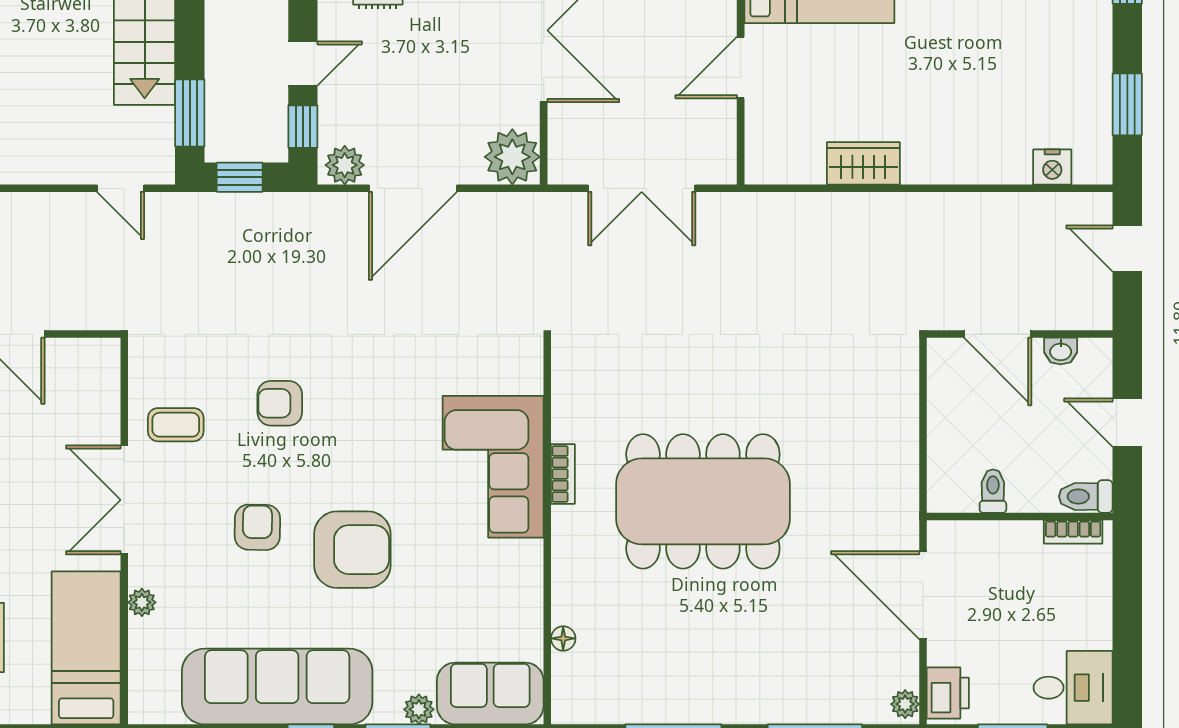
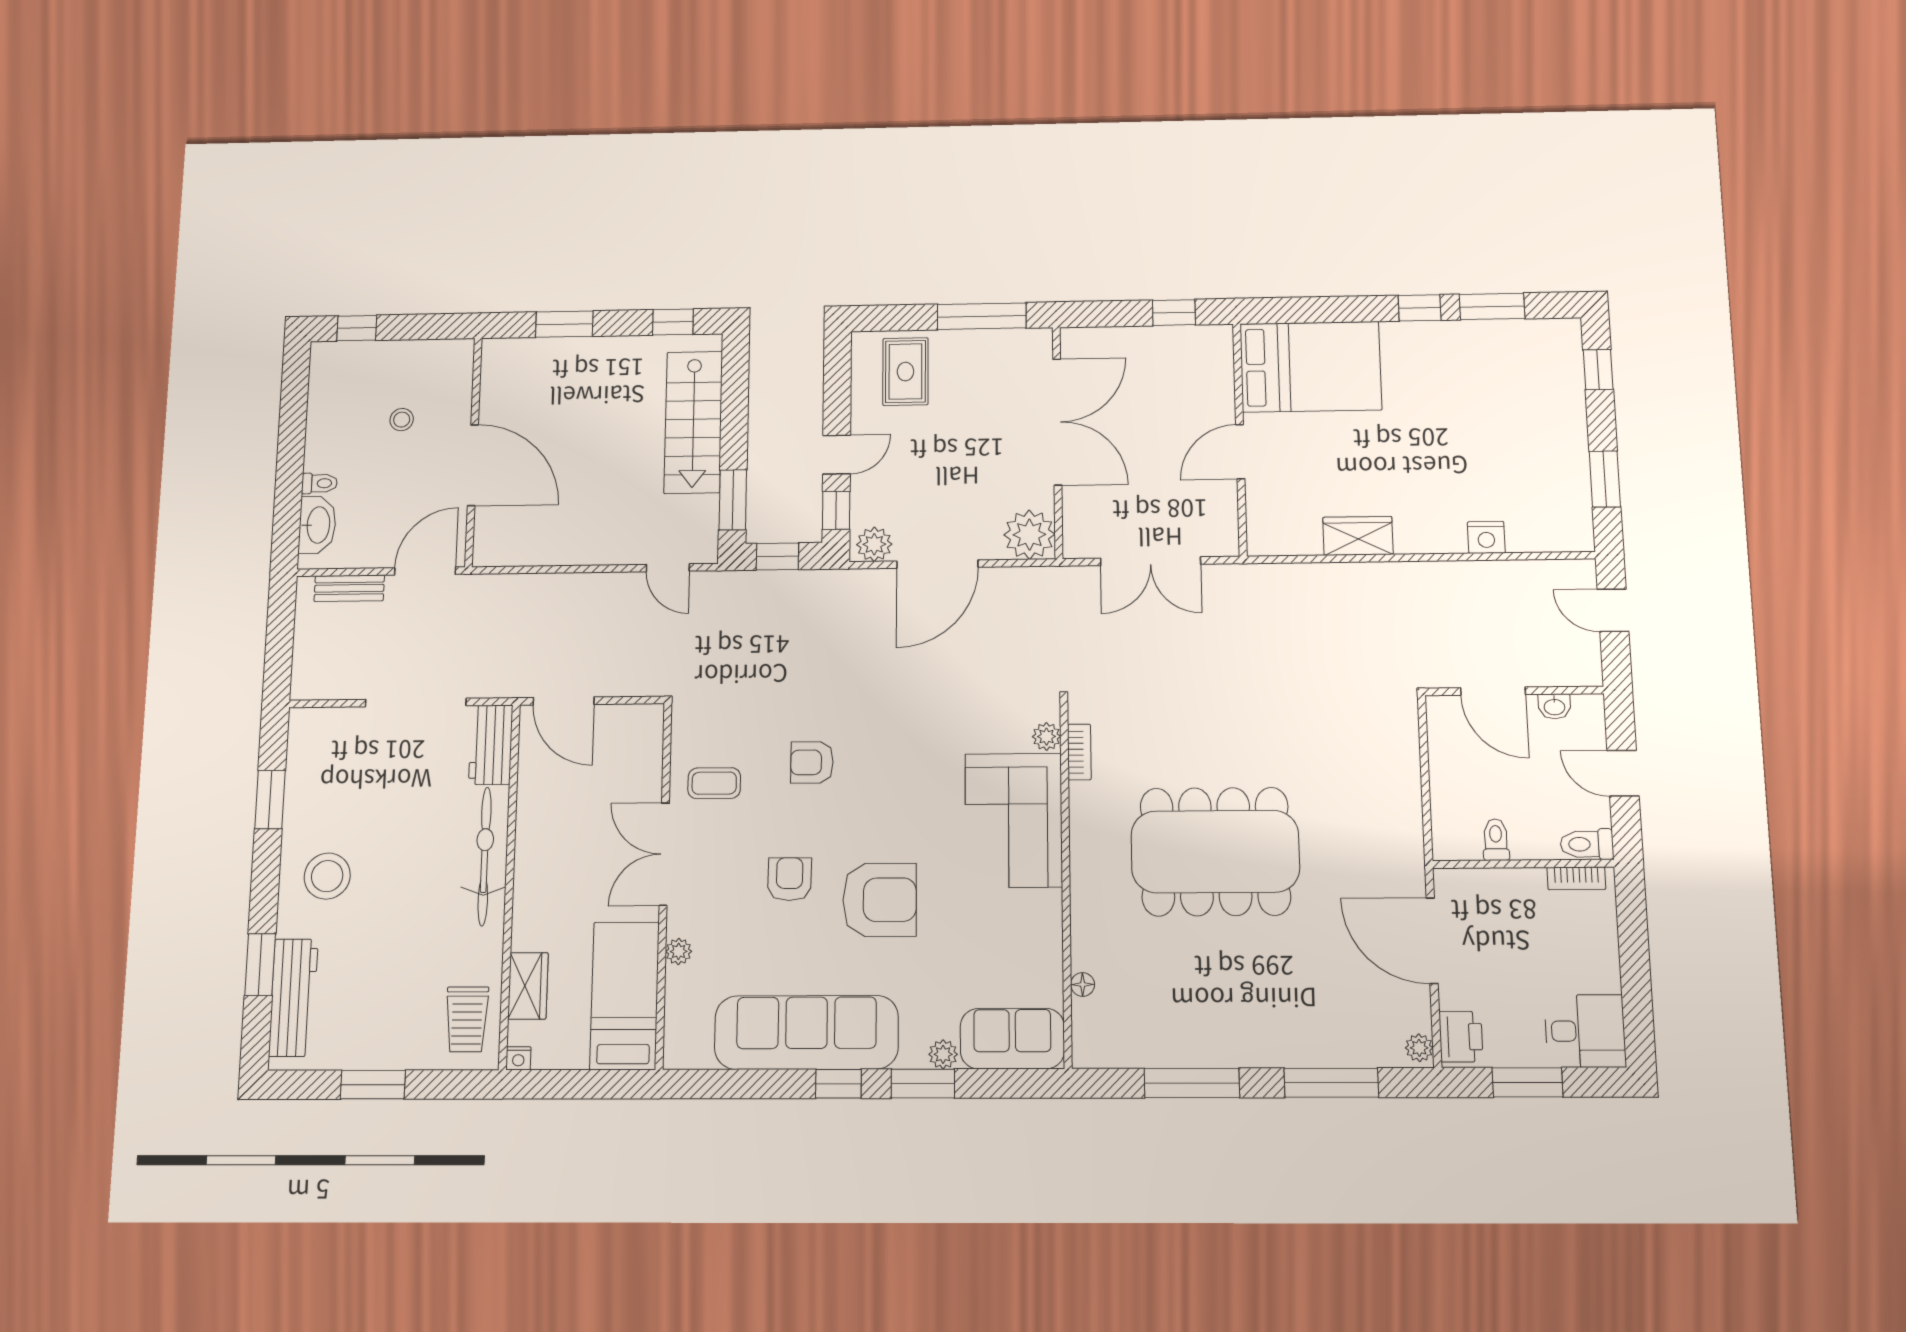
nightstand: (1052, 167) -> (1486, 537), moved
plant: (529, 378) -> (1047, 737), added
bookcase: (563, 474) -> (1079, 752), moved

